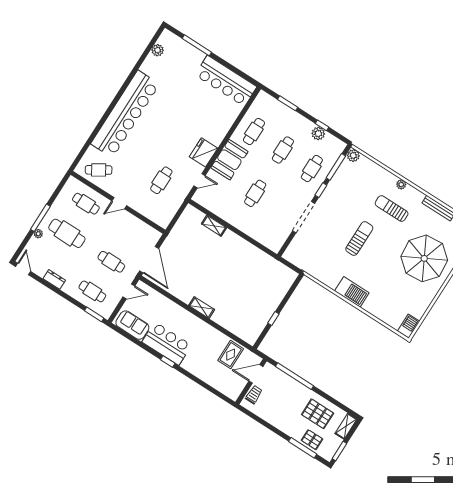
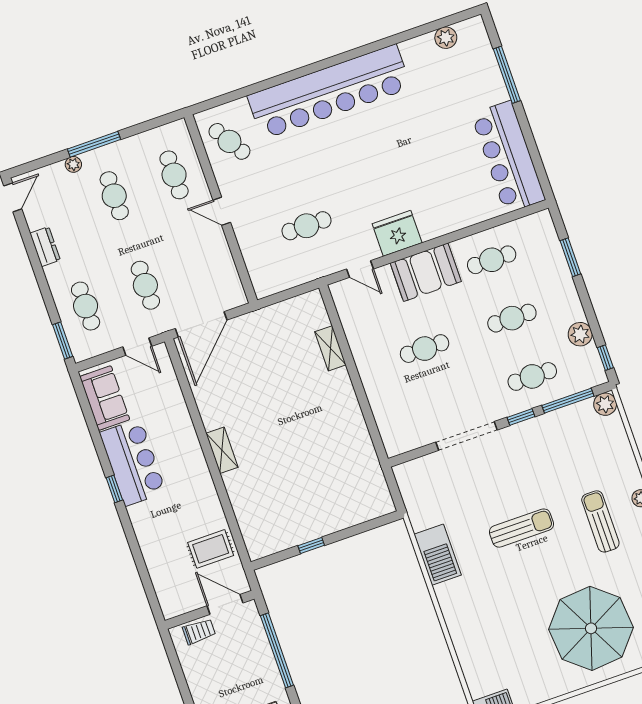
window: (322, 125) -> (605, 358), moved
cafe table: (67, 233) -> (114, 196), width x0.73, depth x0.74
barbecue: (352, 292) -> (438, 555), moved

